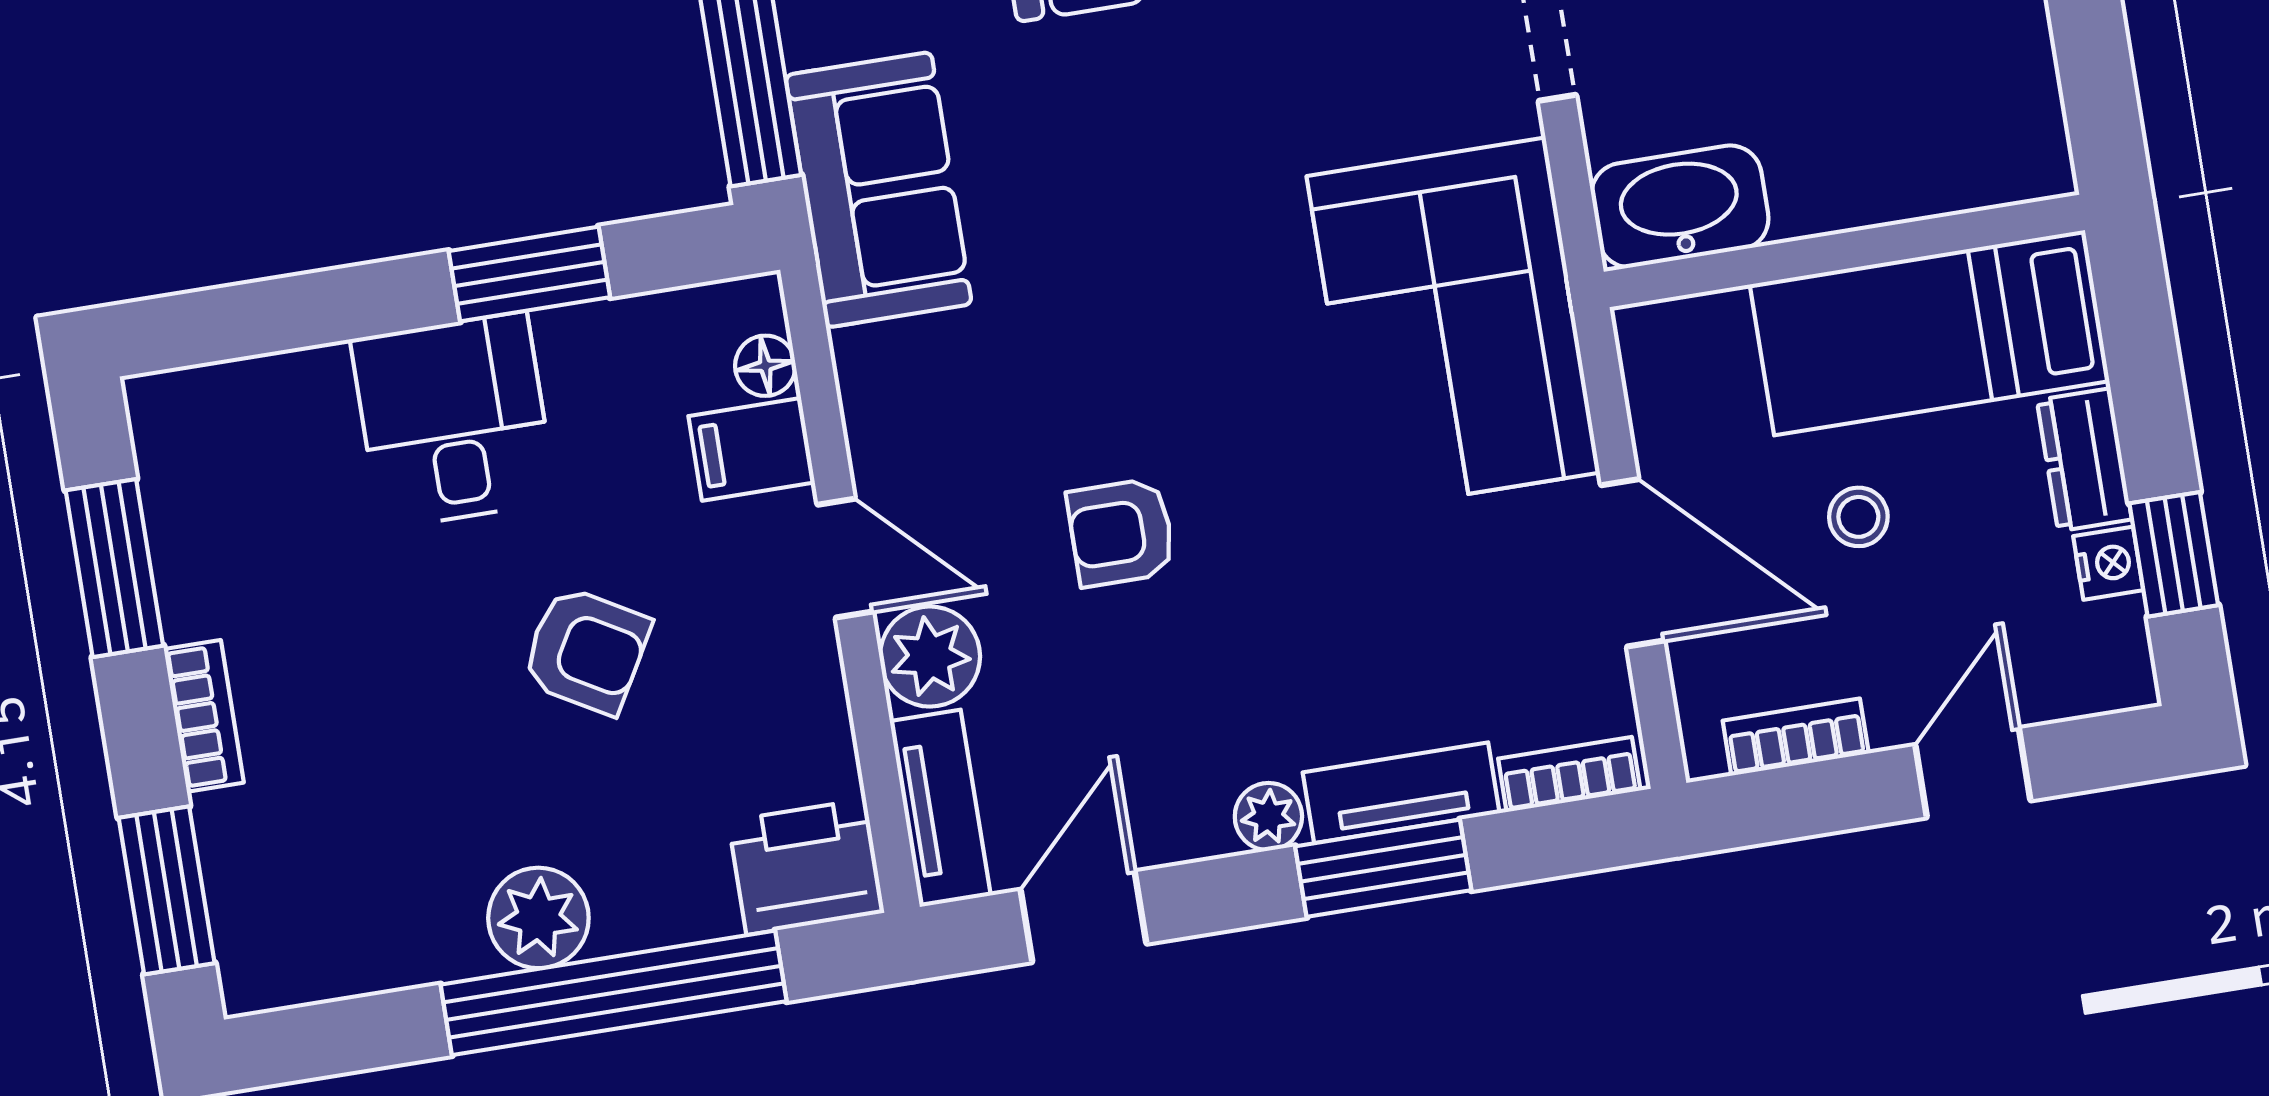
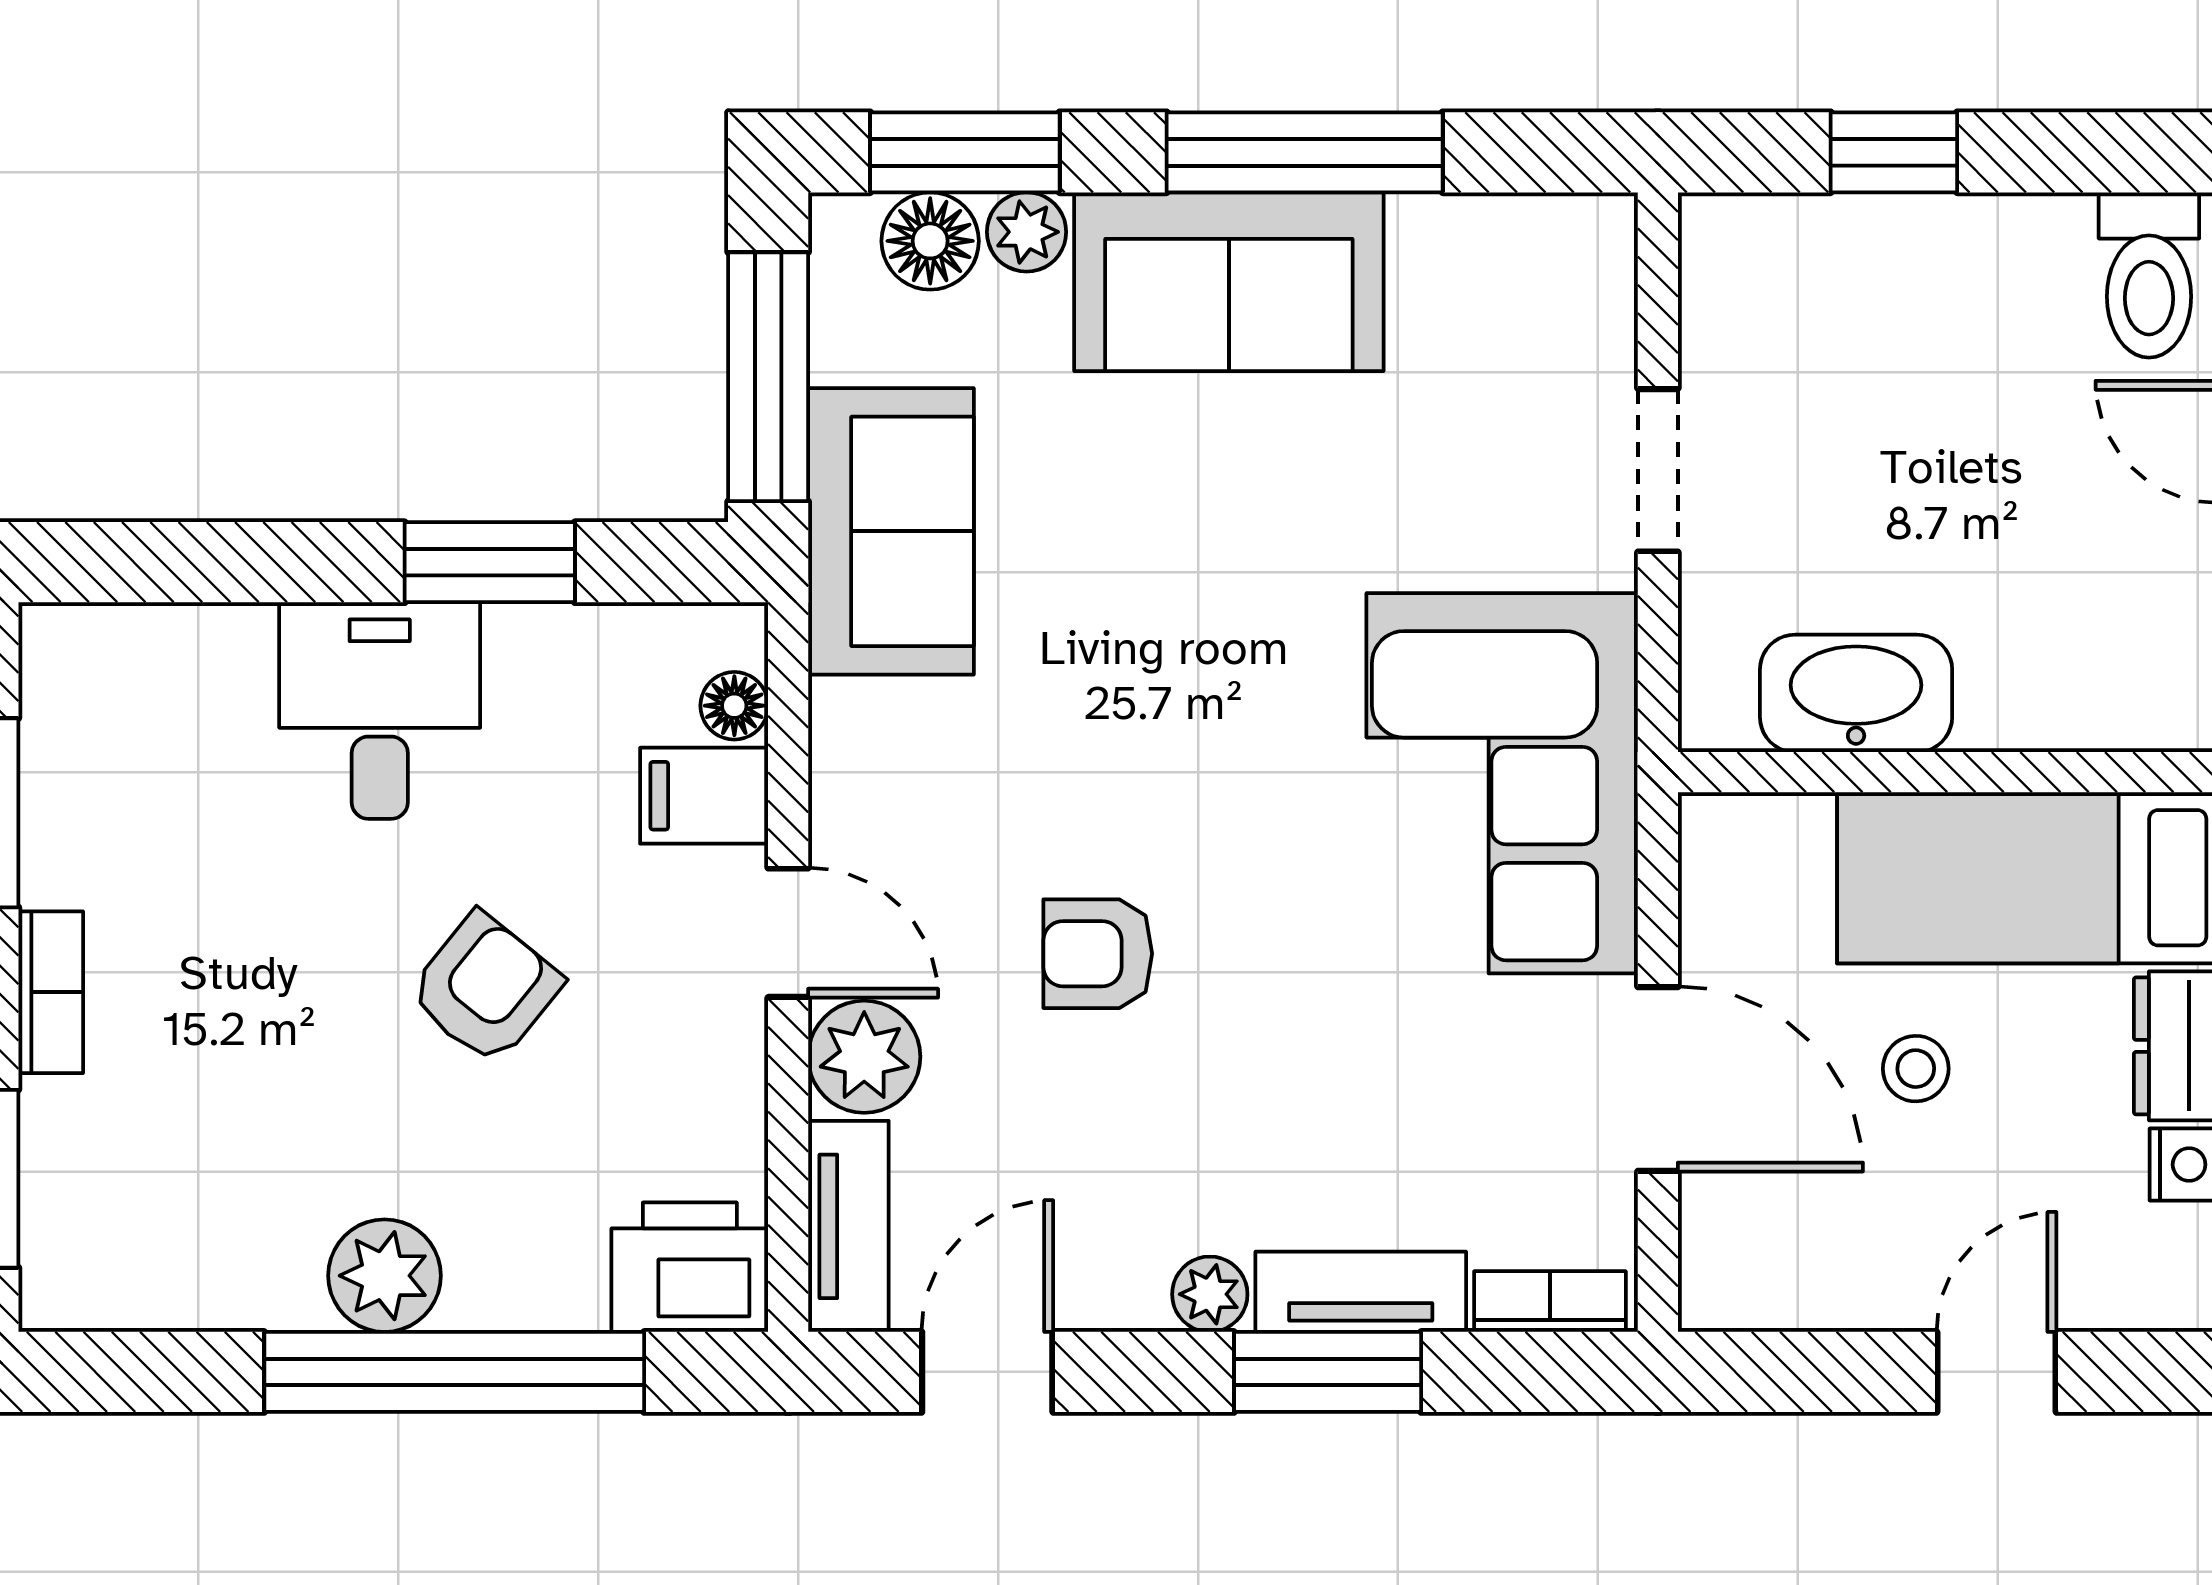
washbasin: (1680, 206) -> (1856, 693), moved
armchair: (586, 650) -> (485, 988), turned -81
bookcase: (1796, 737) -> (1807, 1301), removed

